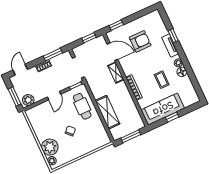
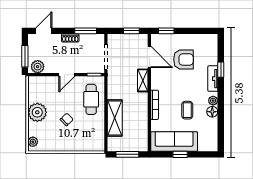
plant: (50, 147) -> (37, 112), moved

